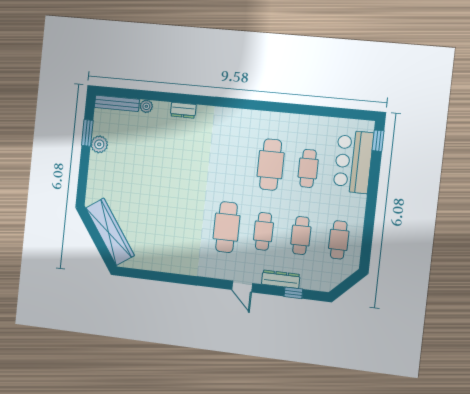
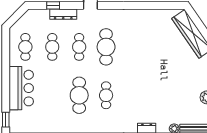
bar counter: (353, 162) -> (21, 88), moved
cafe table: (308, 168) -> (106, 95), moved

